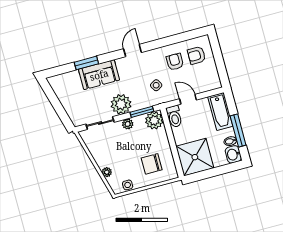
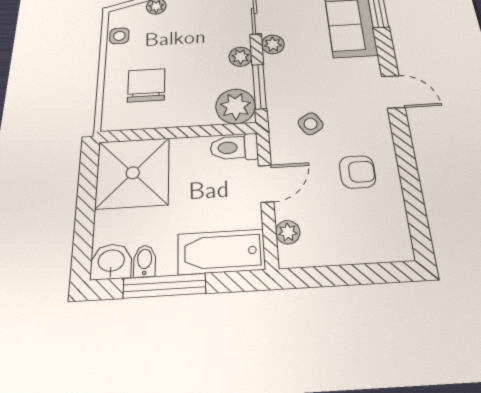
armchair: (197, 55) -> (366, 223), removed
plant: (207, 86) -> (288, 232), added
plant: (121, 104) -> (273, 44), width x0.53, depth x0.53

